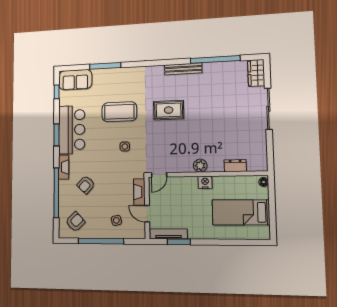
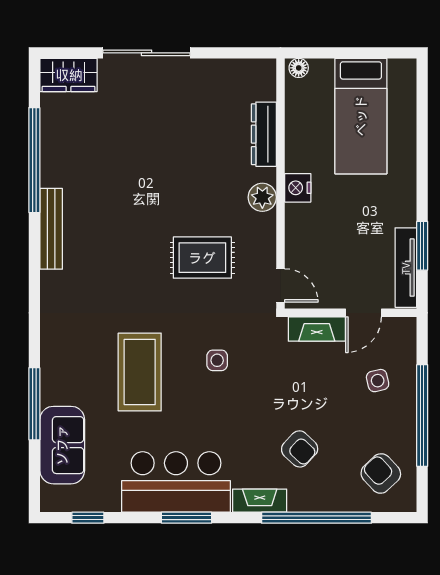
sofa: (75, 80) -> (62, 445), moved
rug: (169, 110) -> (202, 258), moved, turned 90
dresser: (235, 166) -> (264, 134), width x1.44

